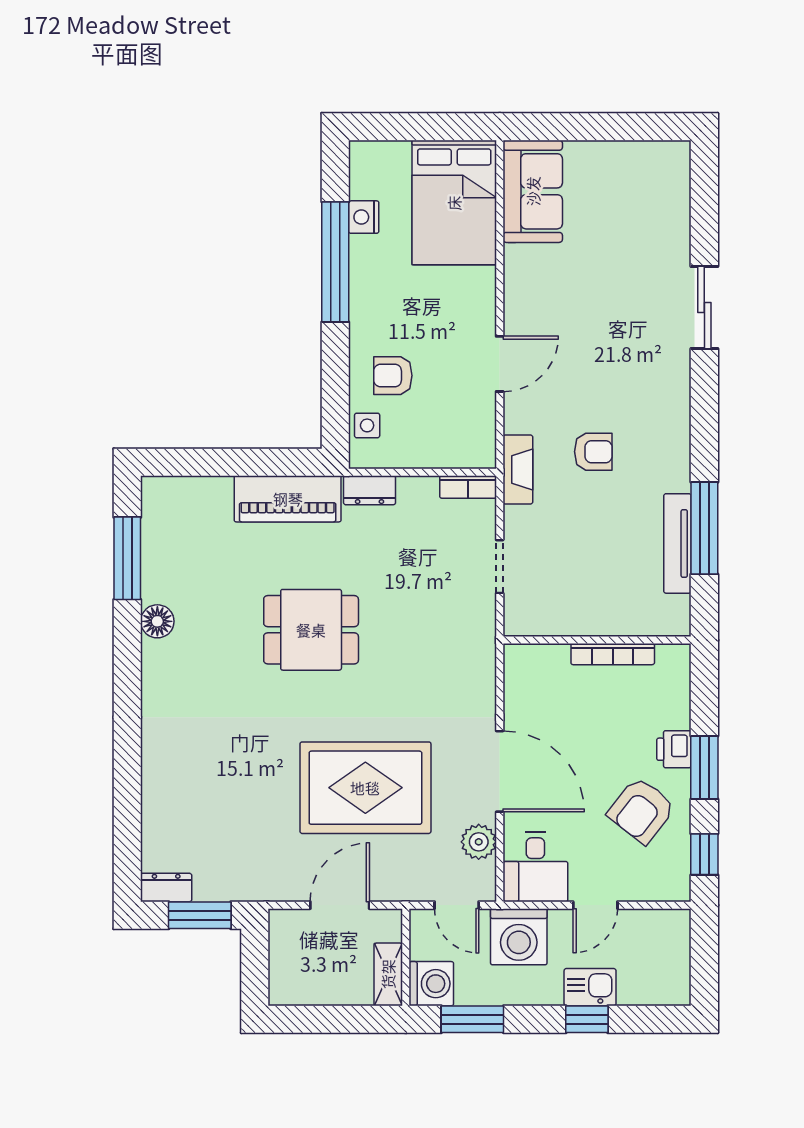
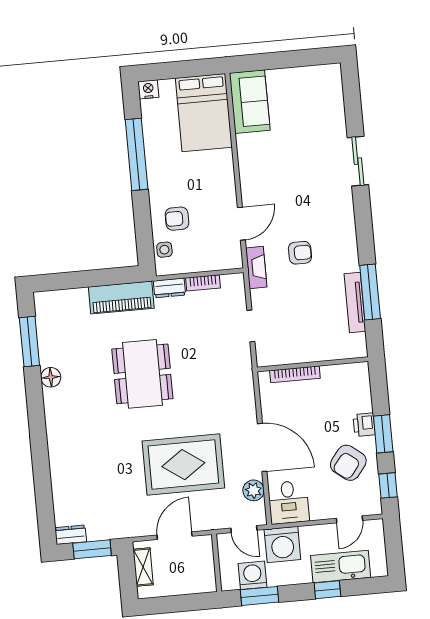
nightstand: (364, 217) -> (148, 89), moved, turned 90
door: (500, 364) -> (241, 224), moved
bookcase: (468, 487) -> (203, 283), moved
dining table: (311, 630) -> (142, 374), width x1.38
bookcase: (613, 654) -> (295, 374), moved
door: (595, 905) -> (349, 519), moved
shelving: (388, 974) -> (143, 567), moved
washing machine: (431, 984) -> (252, 575), moved, turned -90
kitchen sink: (590, 987) -> (341, 567), width x1.88, depth x1.24

